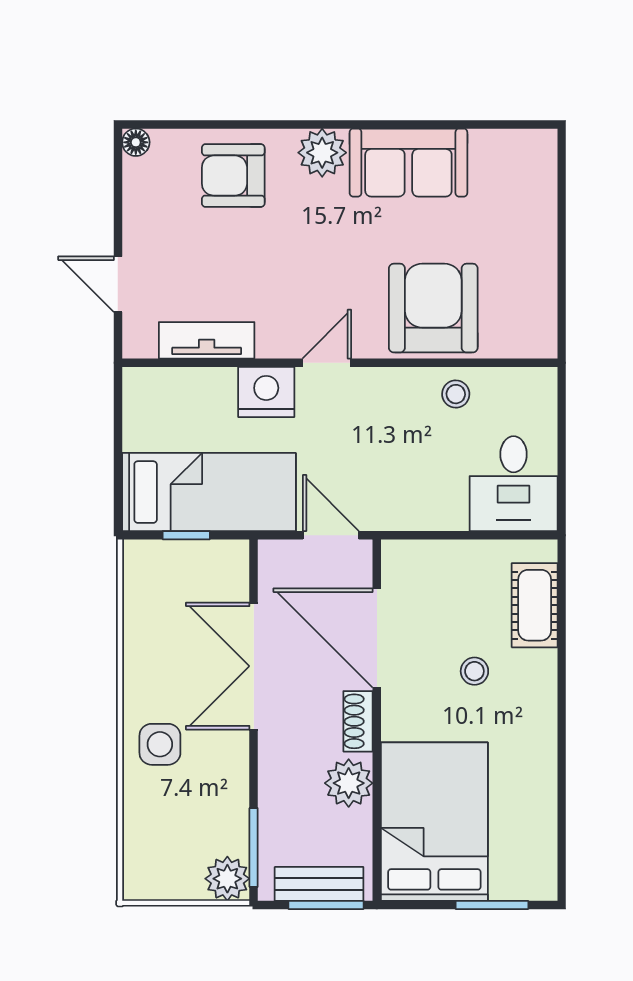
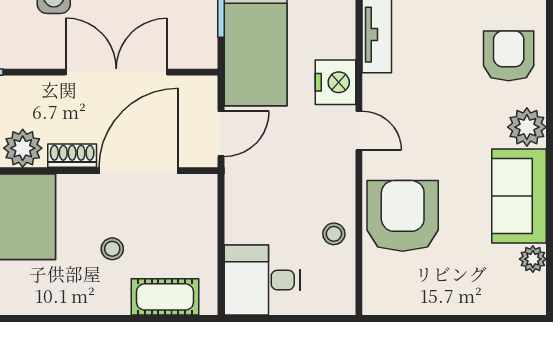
plant: (487, 145) -> (533, 259), added
armchair: (433, 308) -> (403, 216), turned -90

